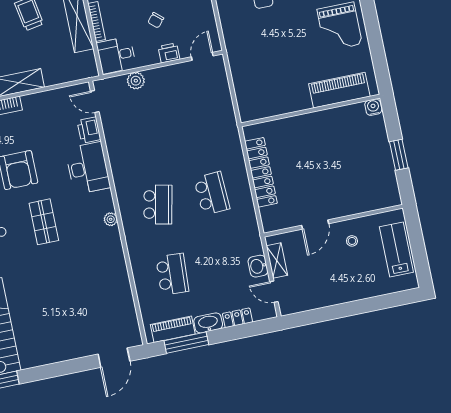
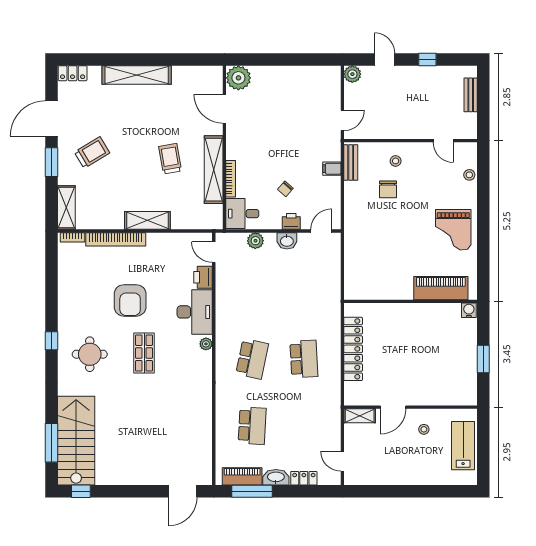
plant: (111, 219) -> (206, 344), moved
shelving: (277, 261) -> (360, 416), moved, turned 90
washbasin: (258, 266) -> (287, 241), moved, turned -90

